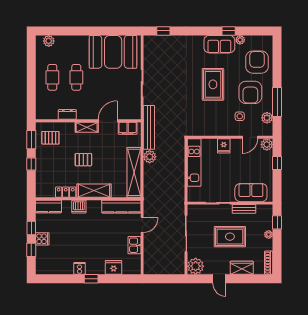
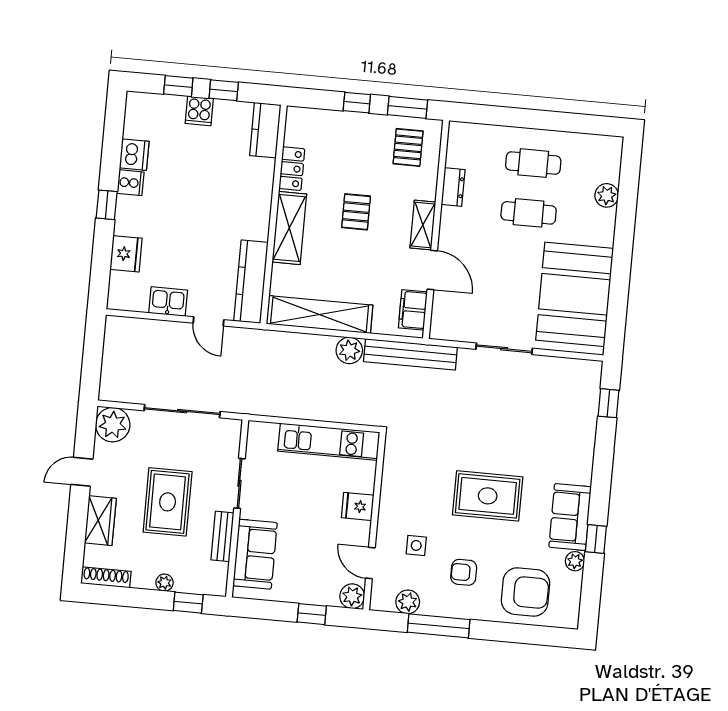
plant: (49, 41) -> (607, 195), moved
armchair: (250, 92) -> (464, 572), width x0.53, depth x0.53
dishwasher: (79, 207) -> (134, 155), moved, turned 180

